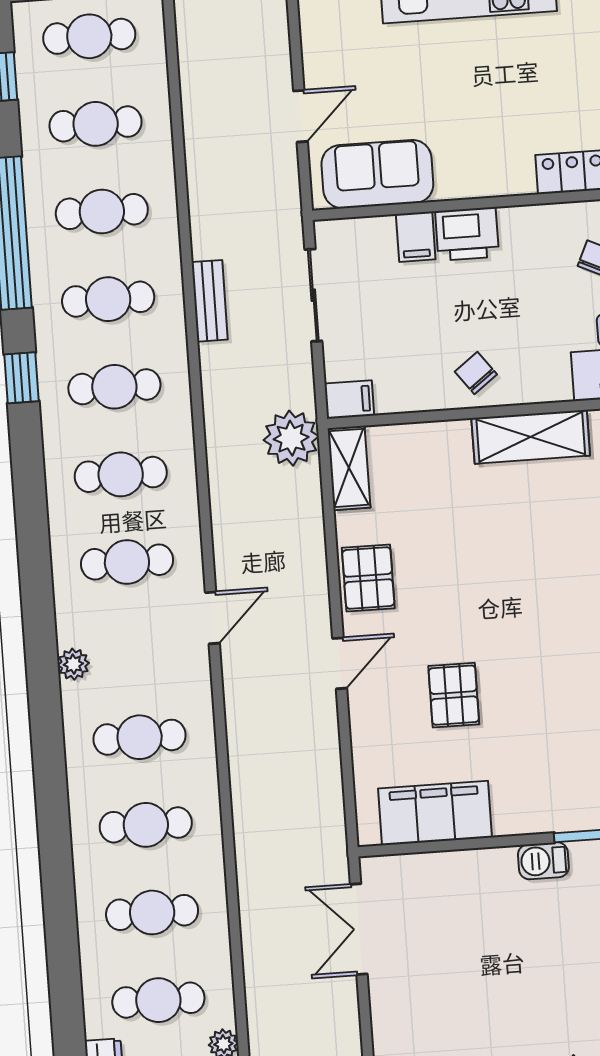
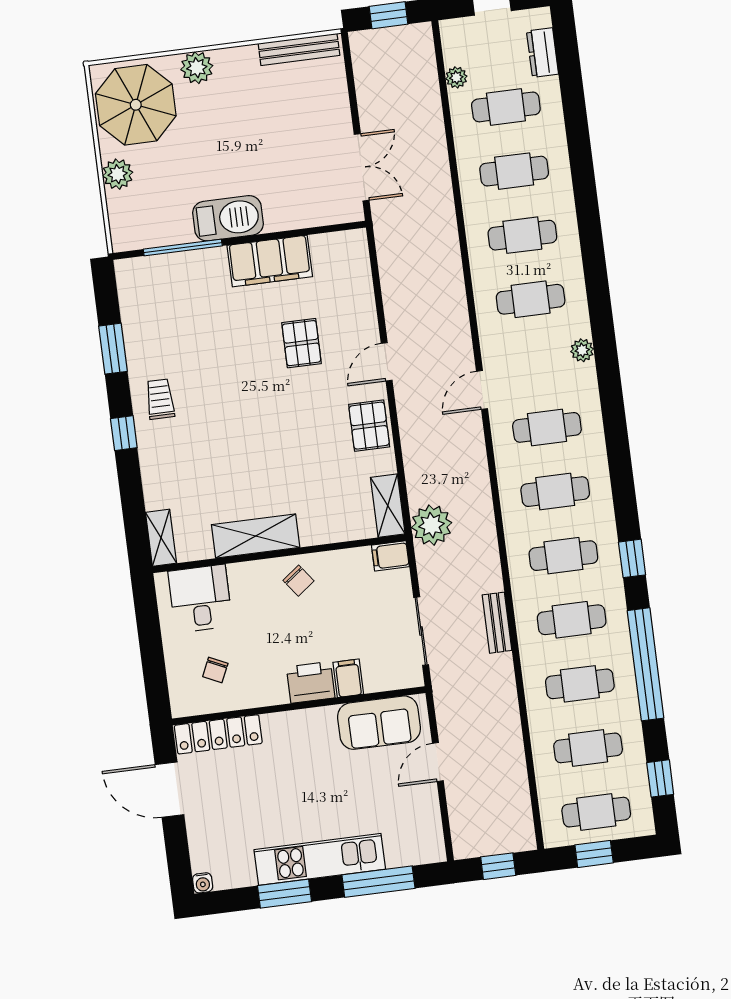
filing cabinet: (435, 813) -> (270, 261), moved
barbecue: (543, 861) -> (228, 218), width x1.88, depth x1.53

